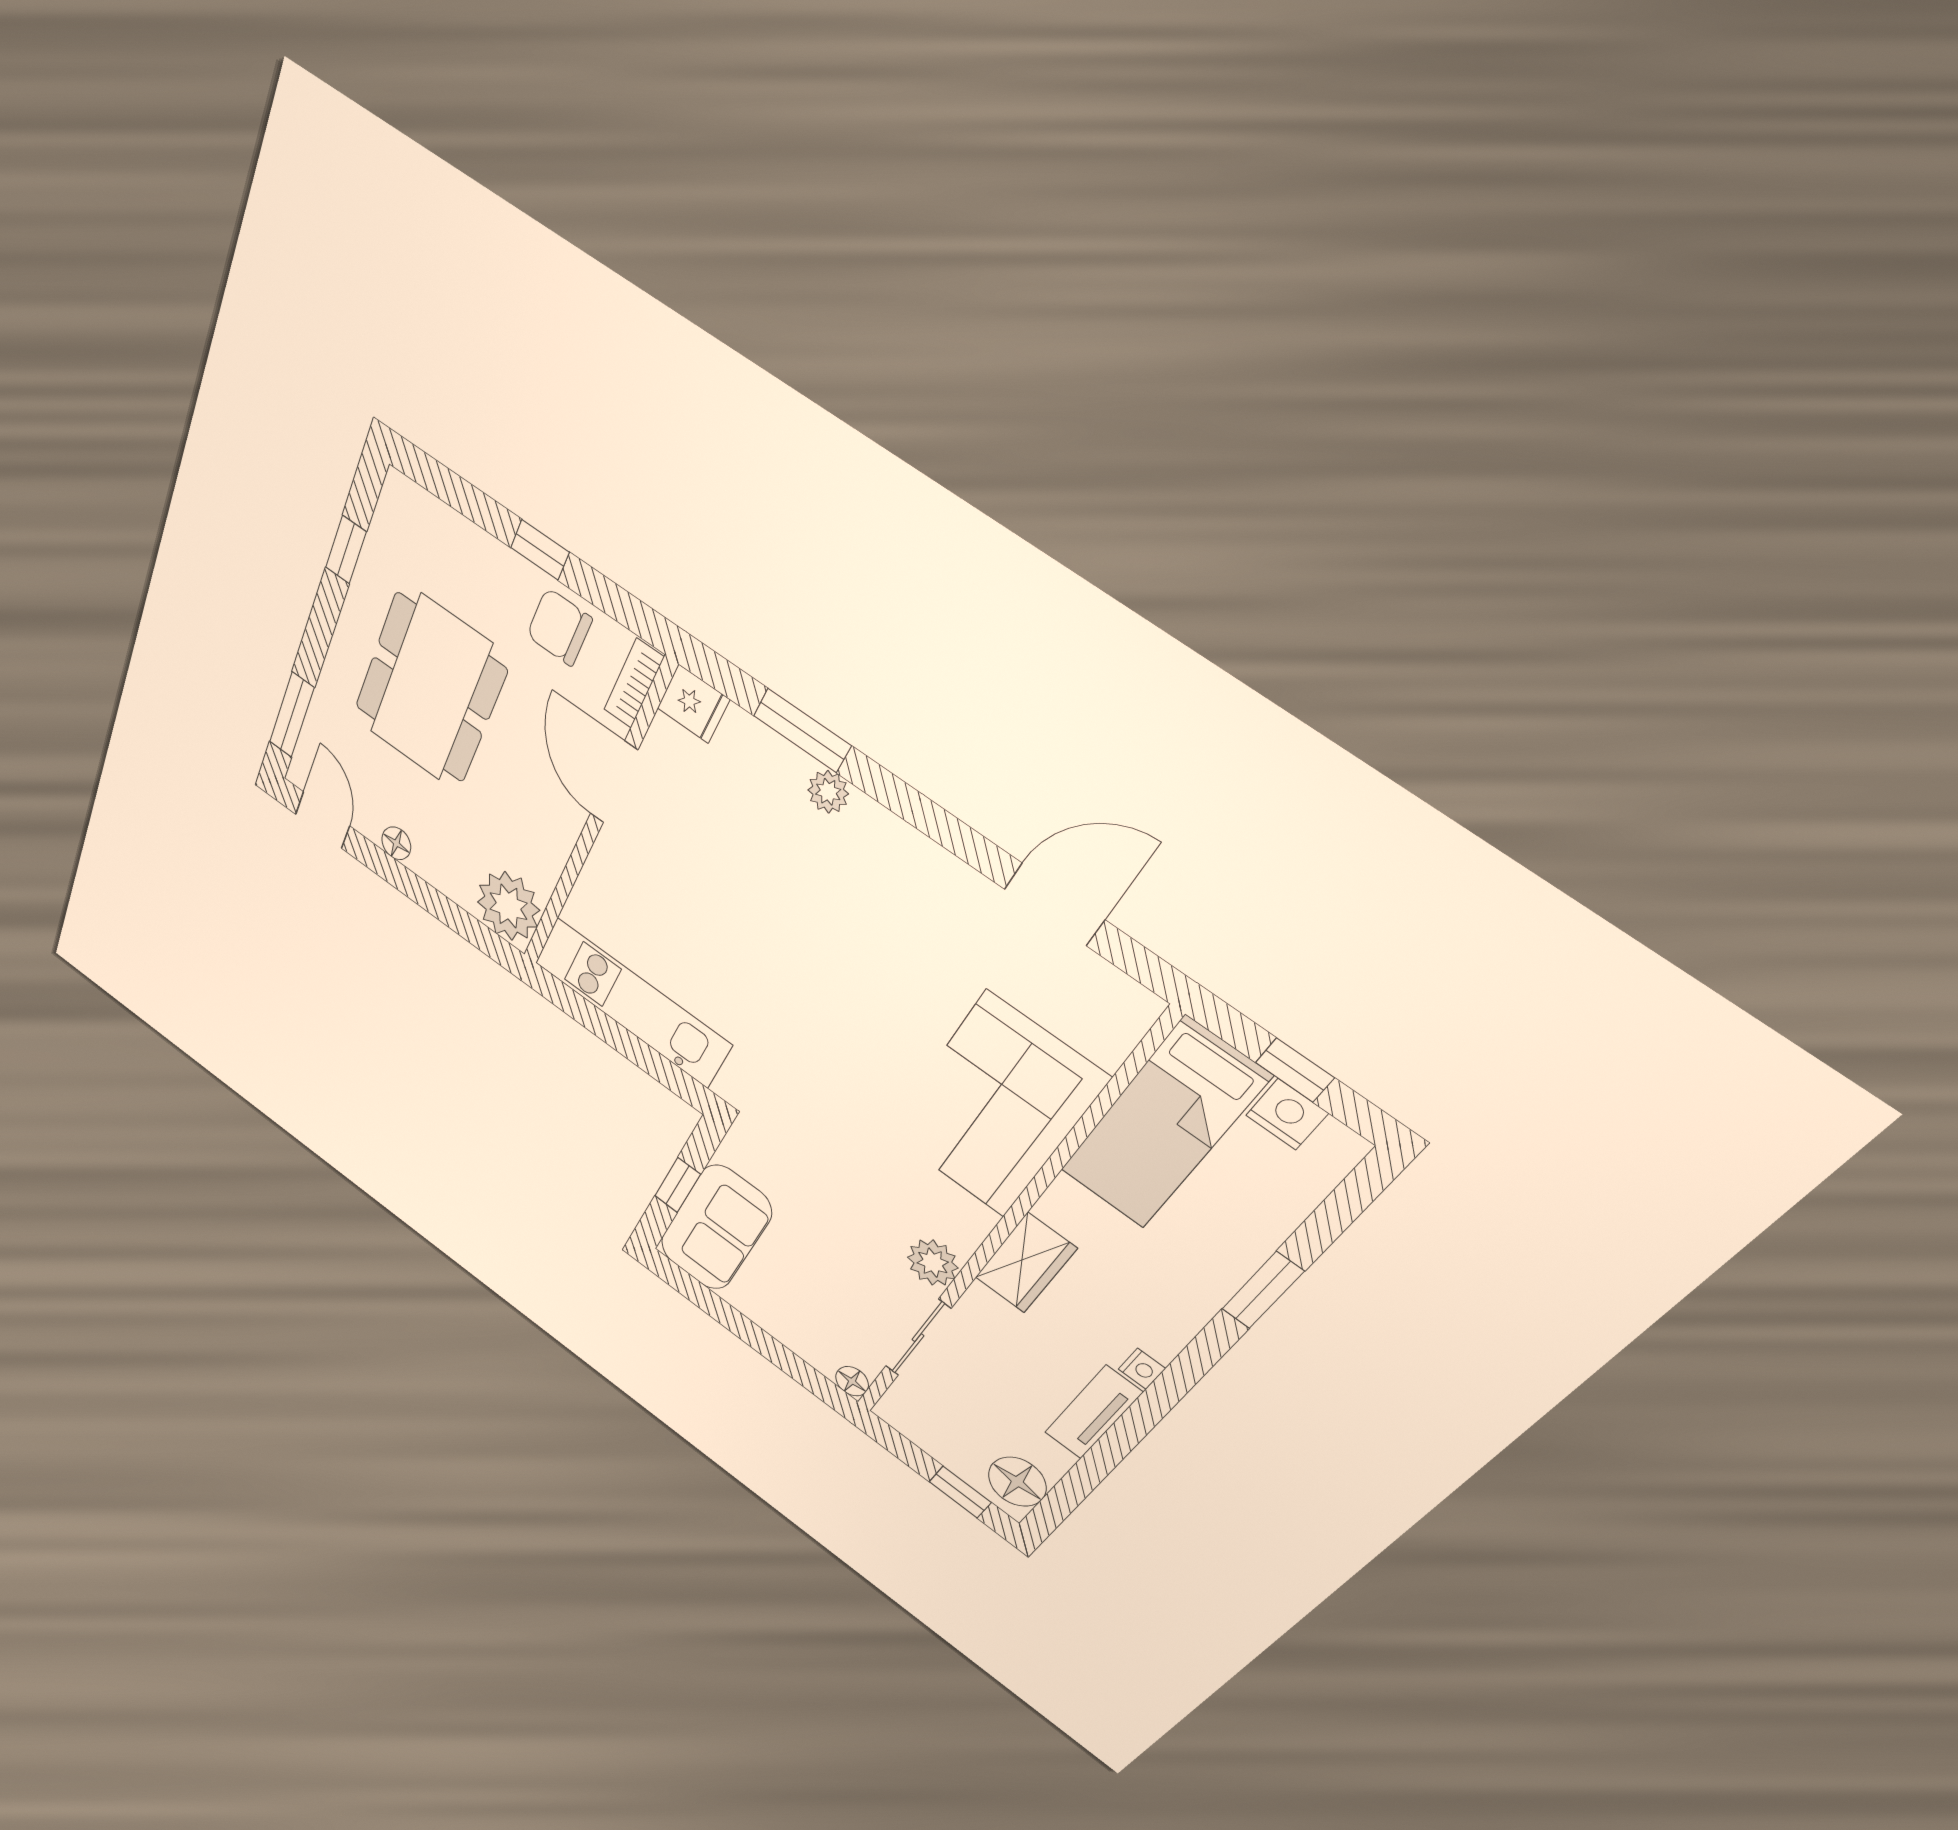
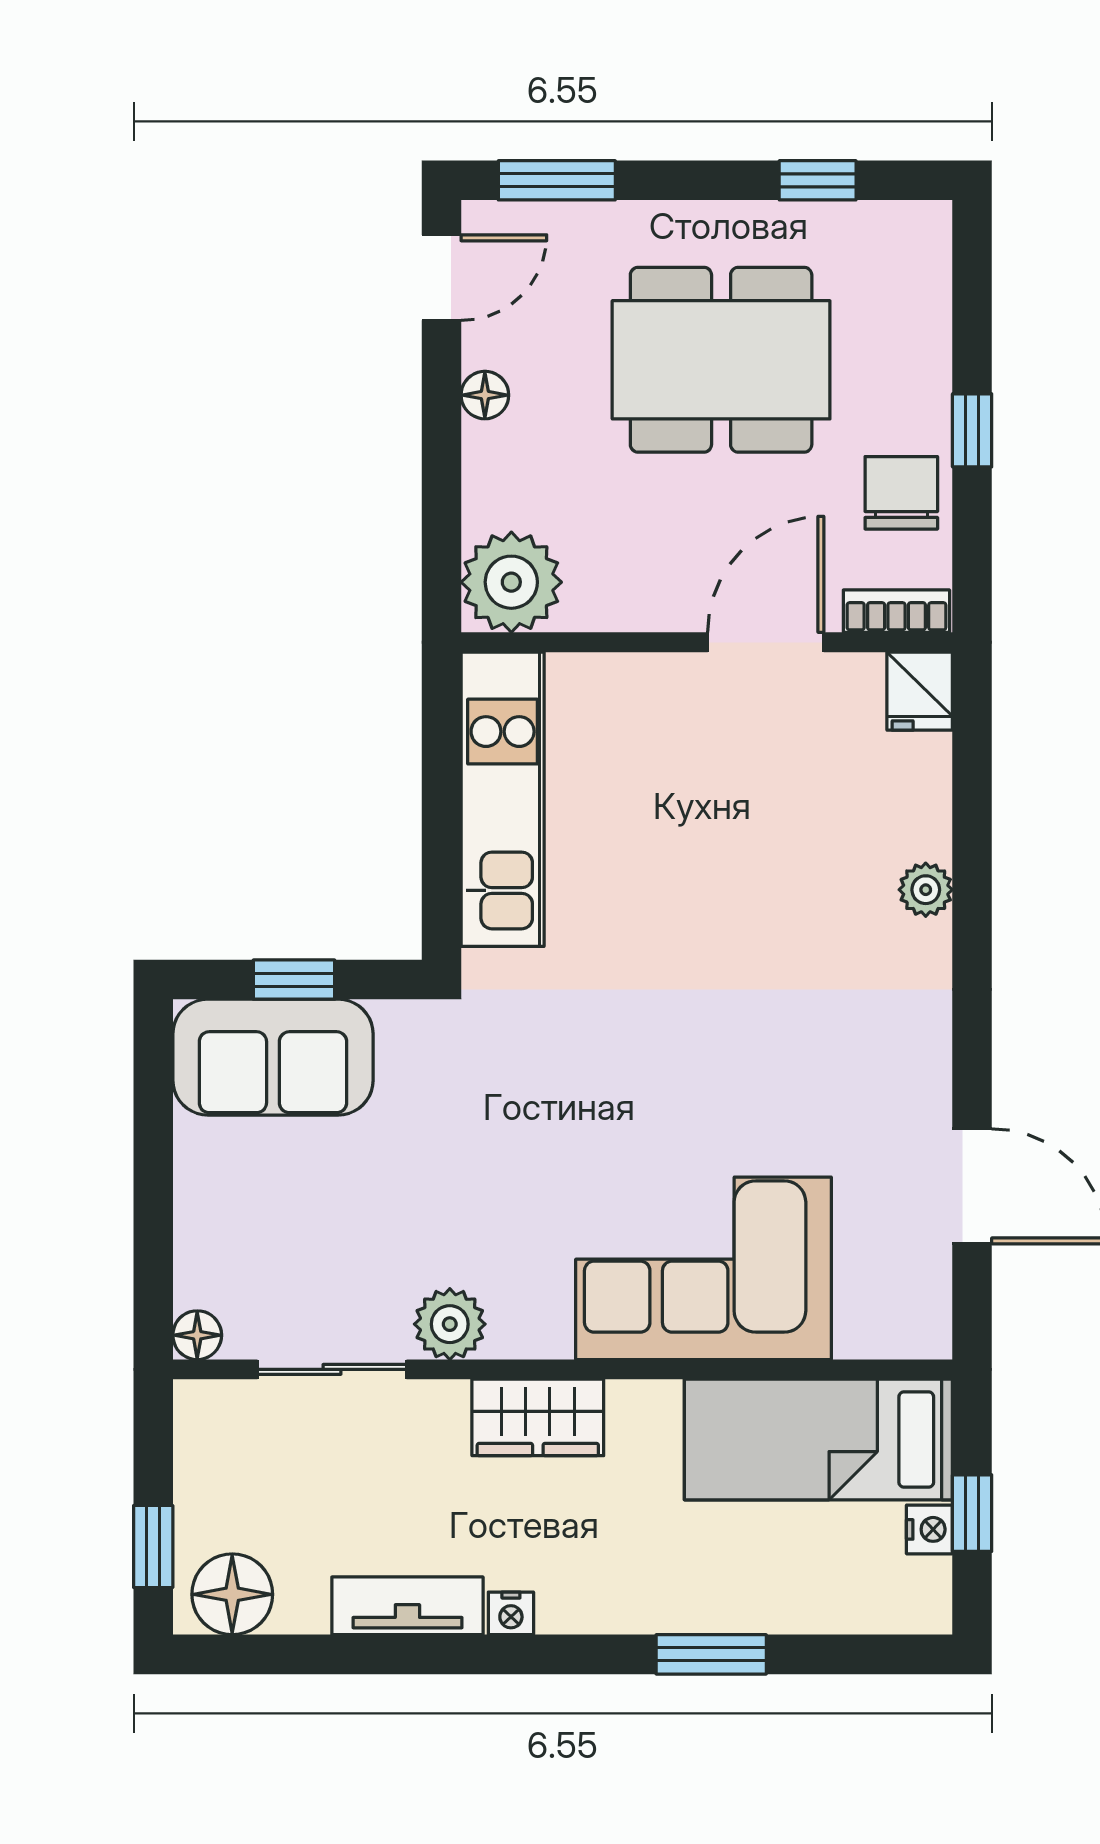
window: (802, 731) -> (972, 826), removed
nightstand: (1287, 1114) -> (929, 1529), width x0.72, depth x0.74

